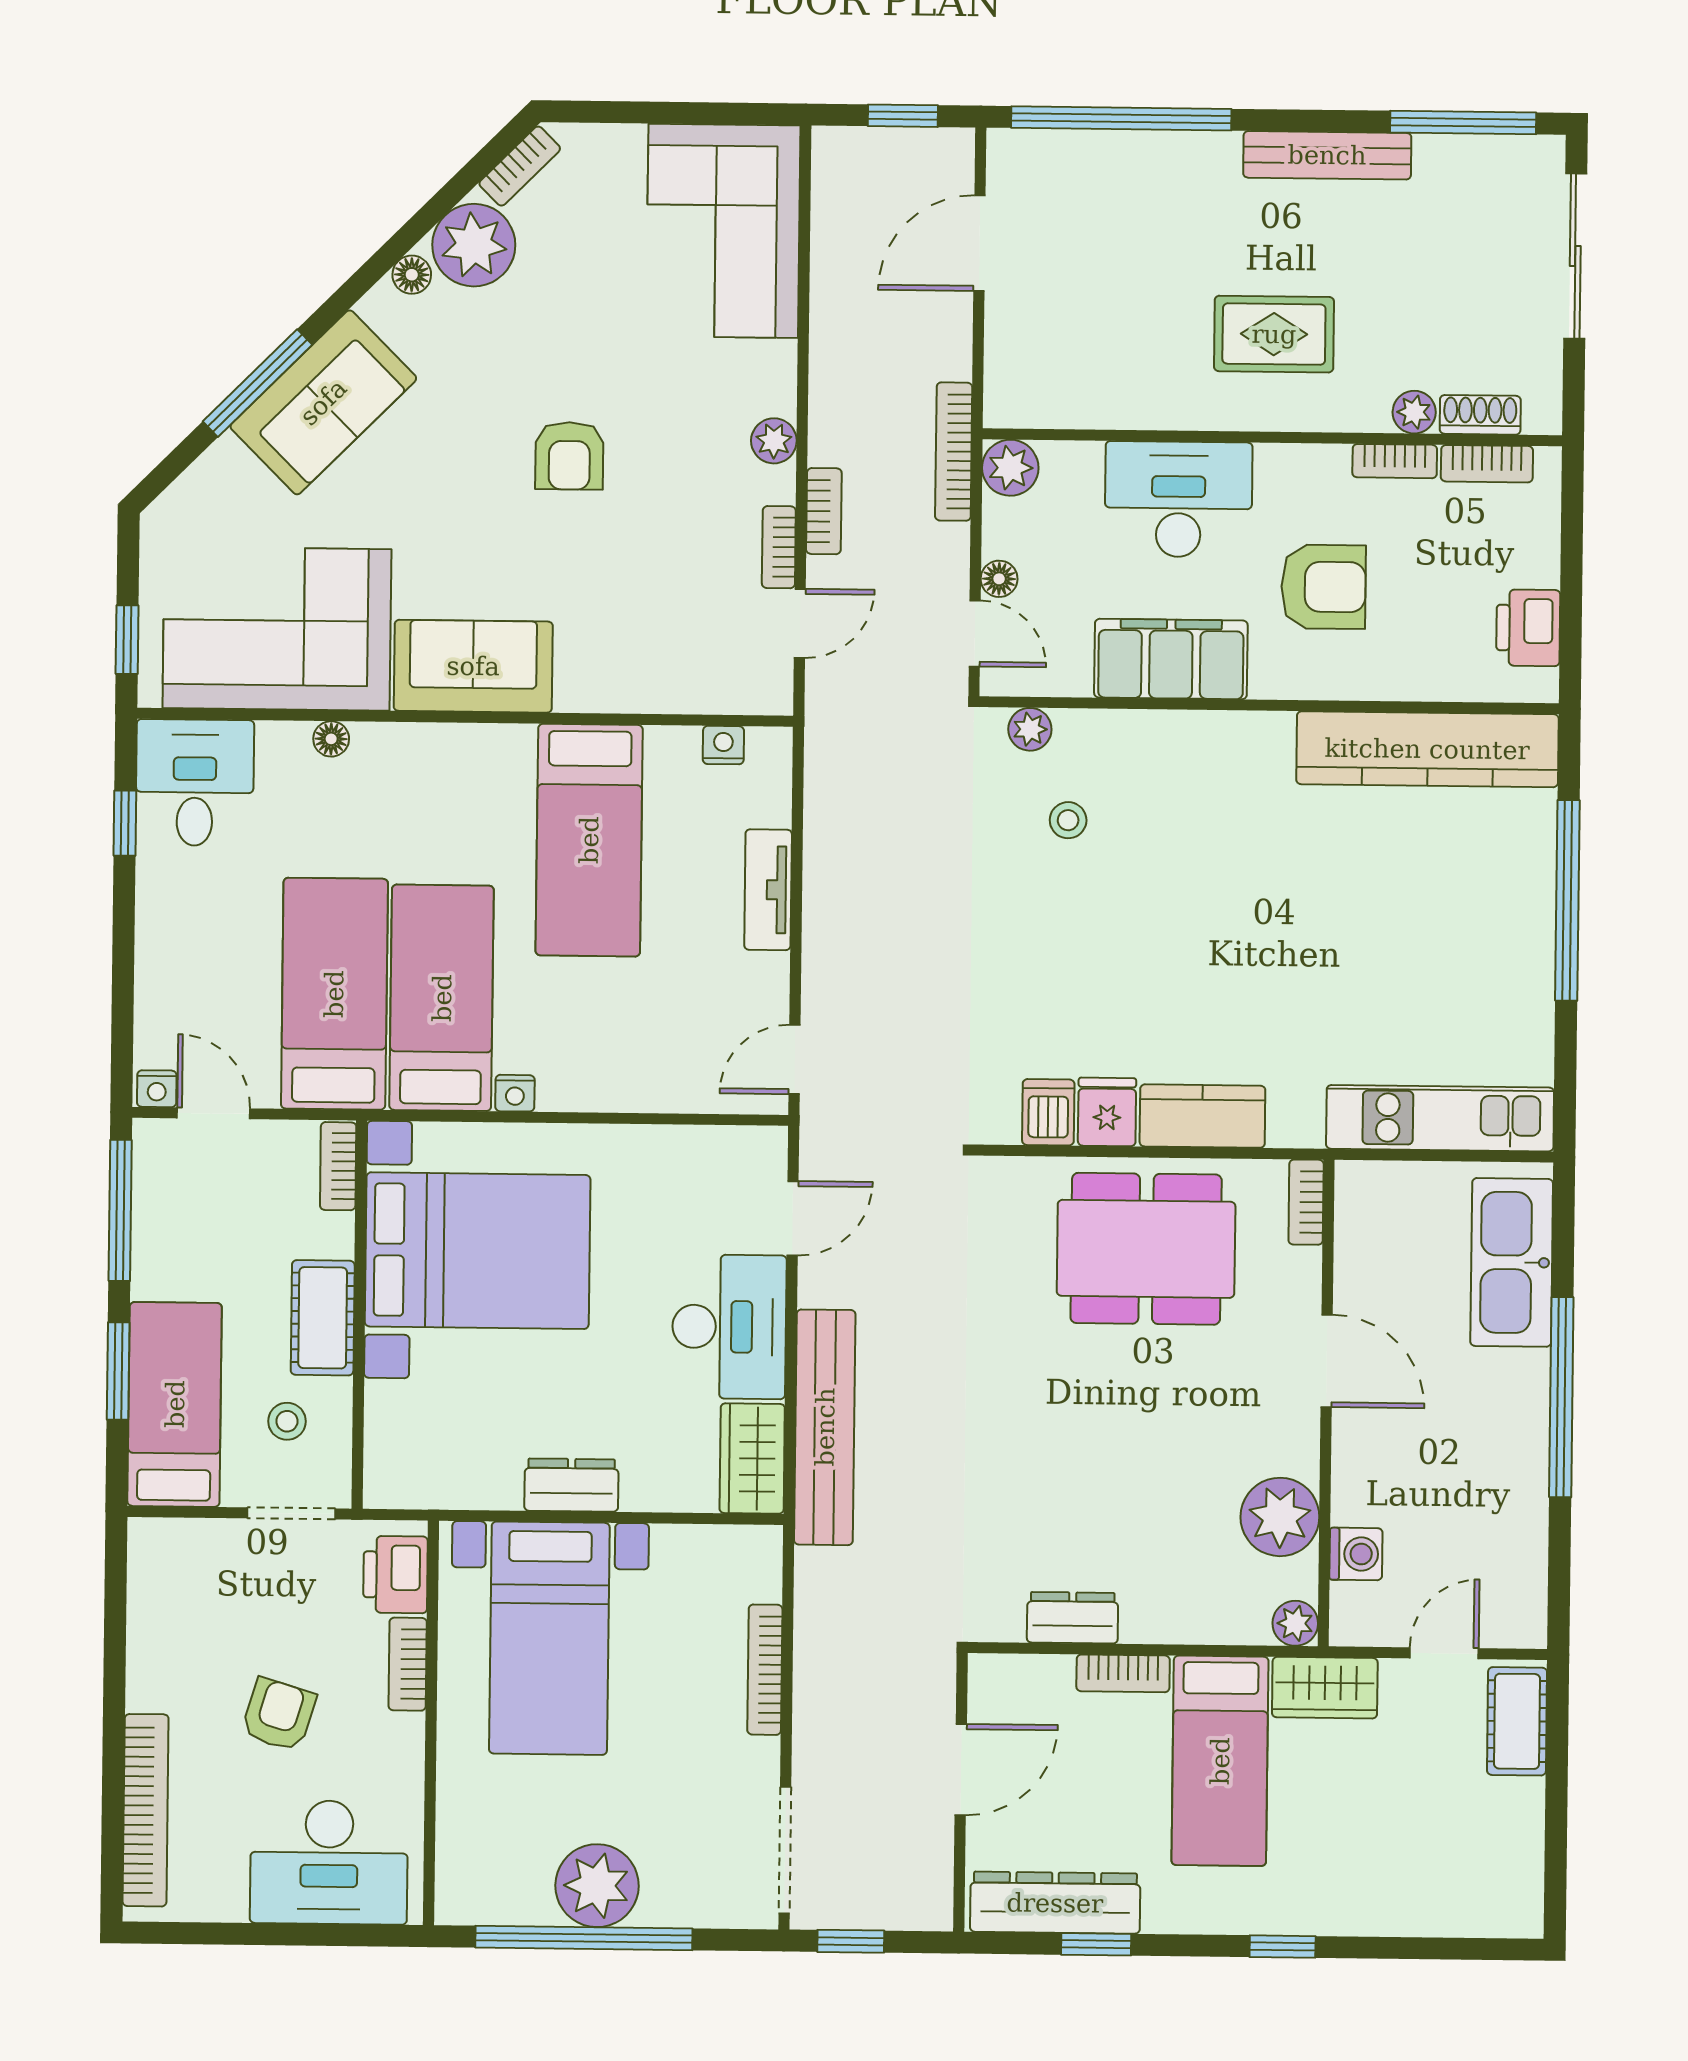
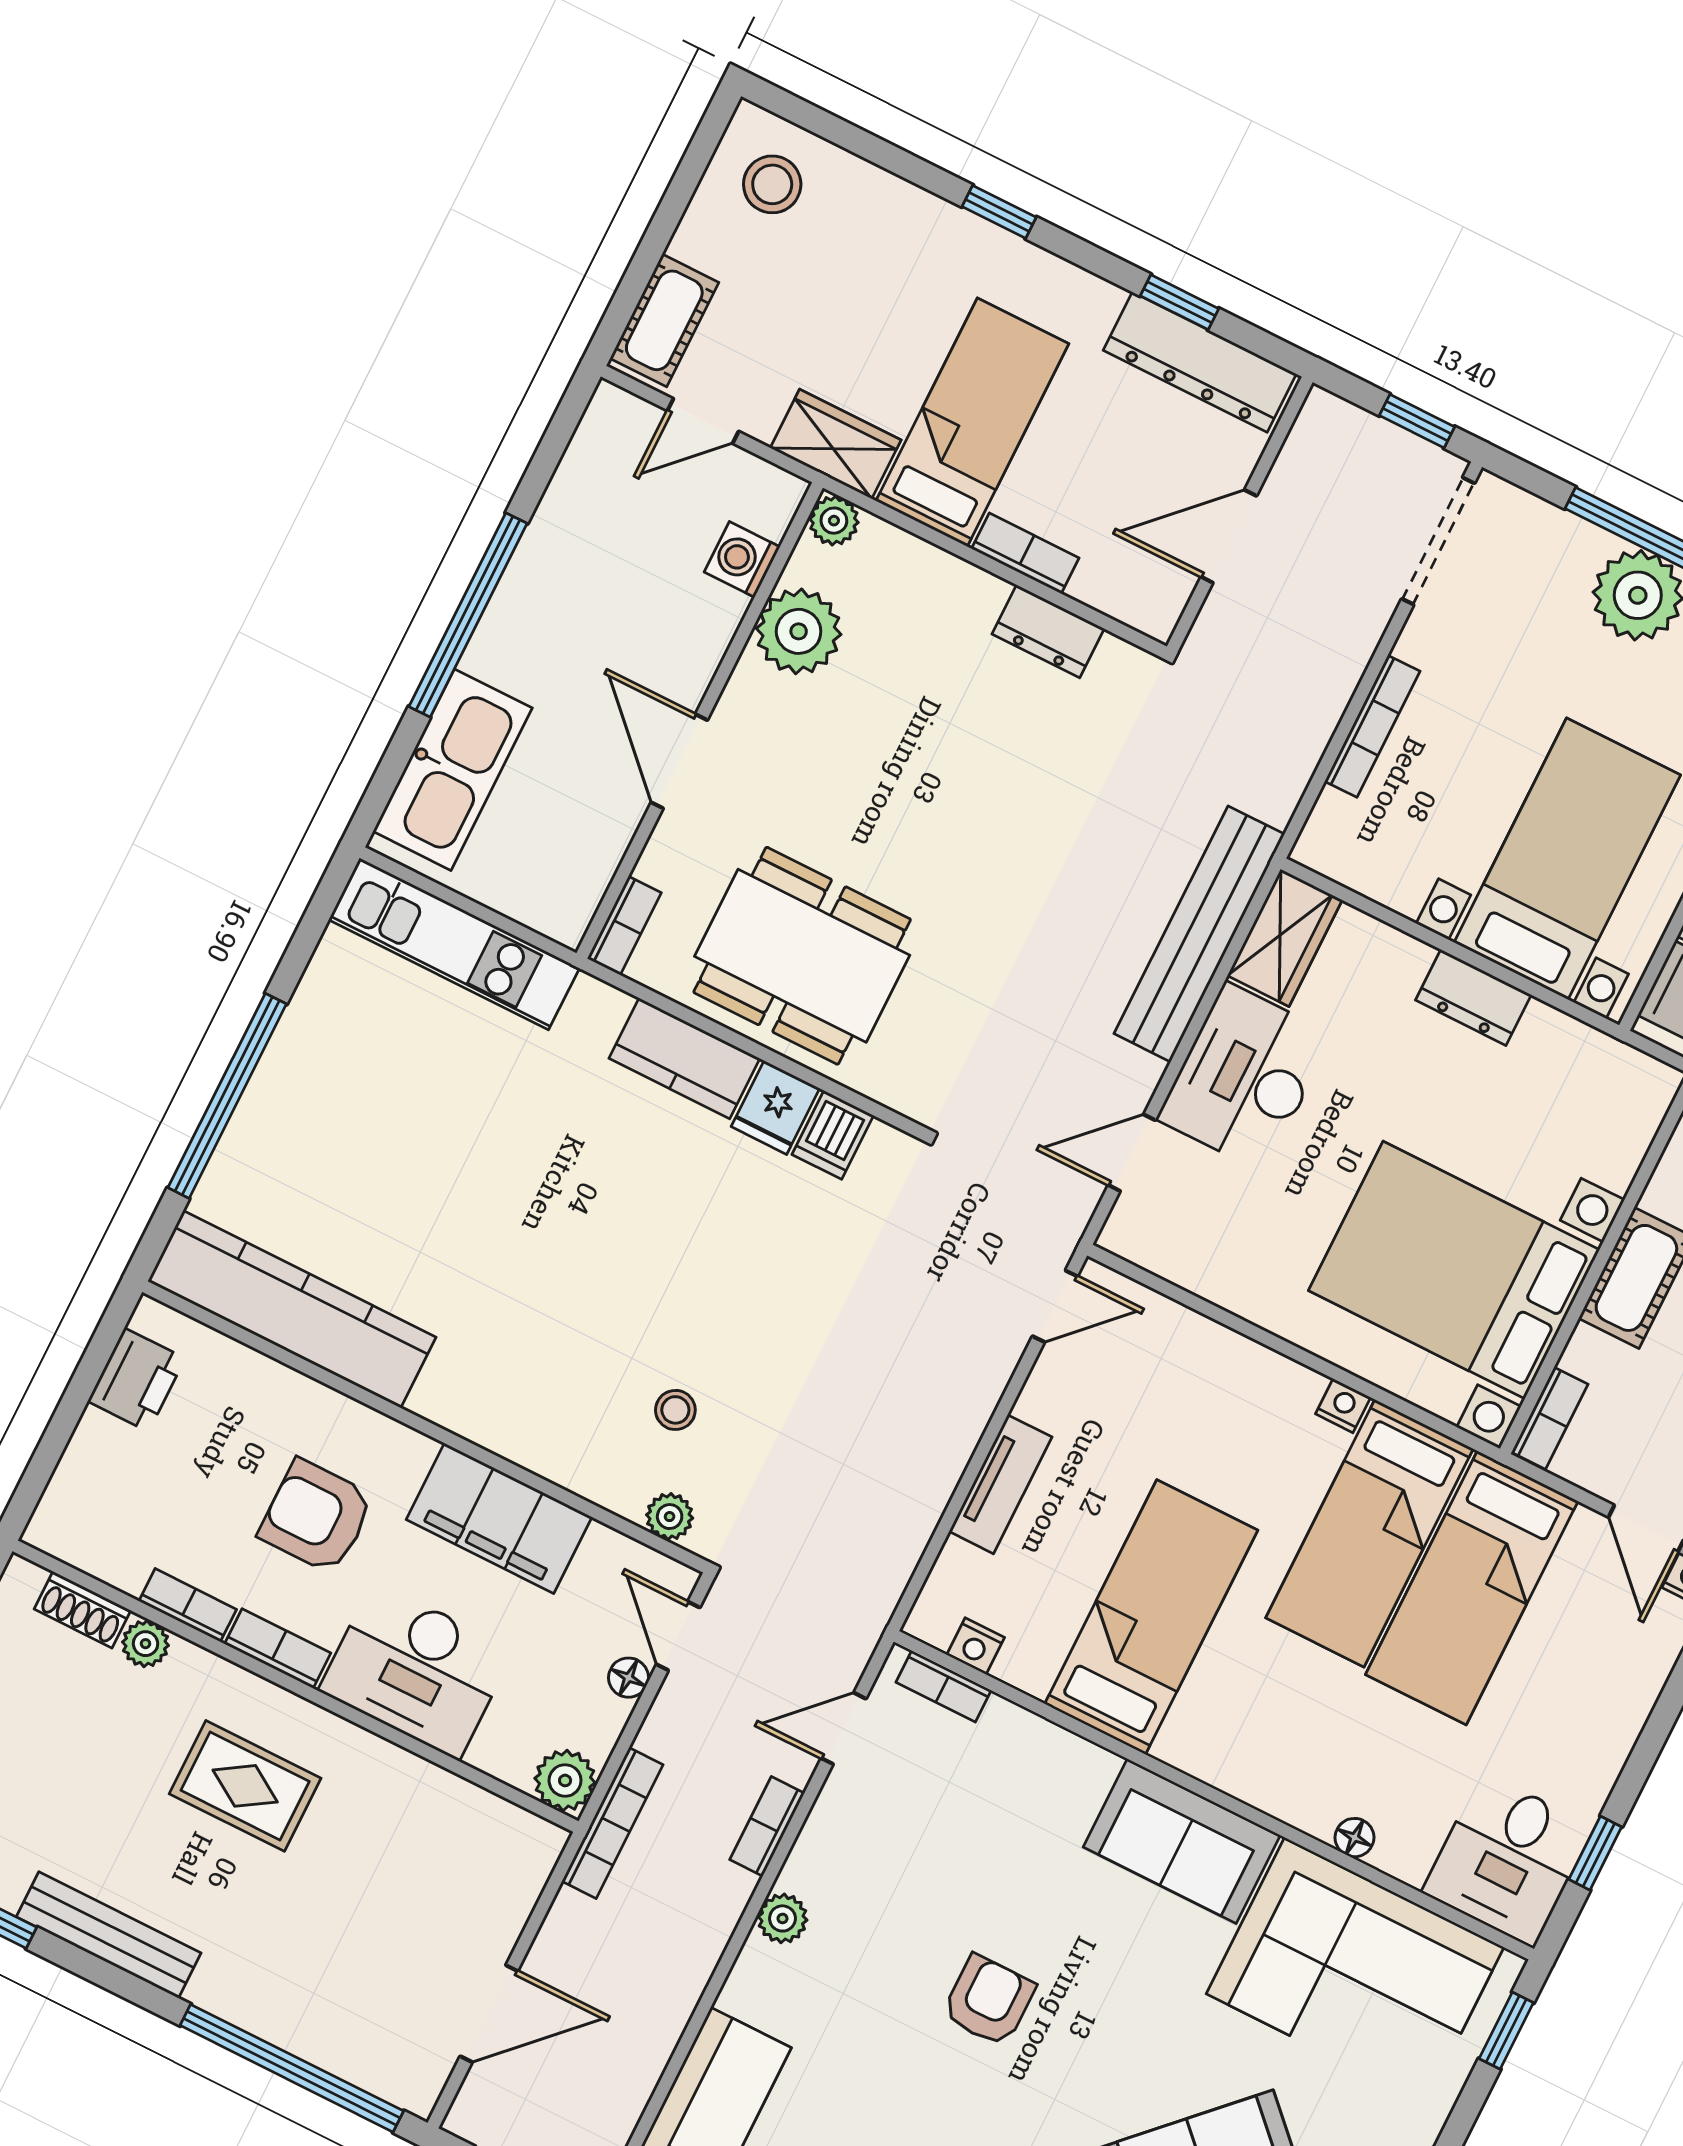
bookcase: (1487, 464) -> (278, 1648), moved
bookcase: (779, 547) -> (944, 1686), moved, turned 90
stool: (1482, 1878) -> (772, 184), added

